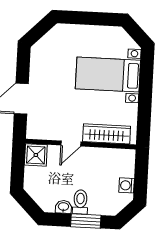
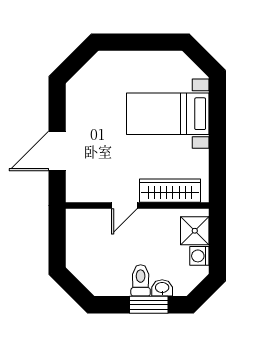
shower: (36, 155) -> (195, 231), moved
washbasin: (63, 207) -> (162, 288), moved

